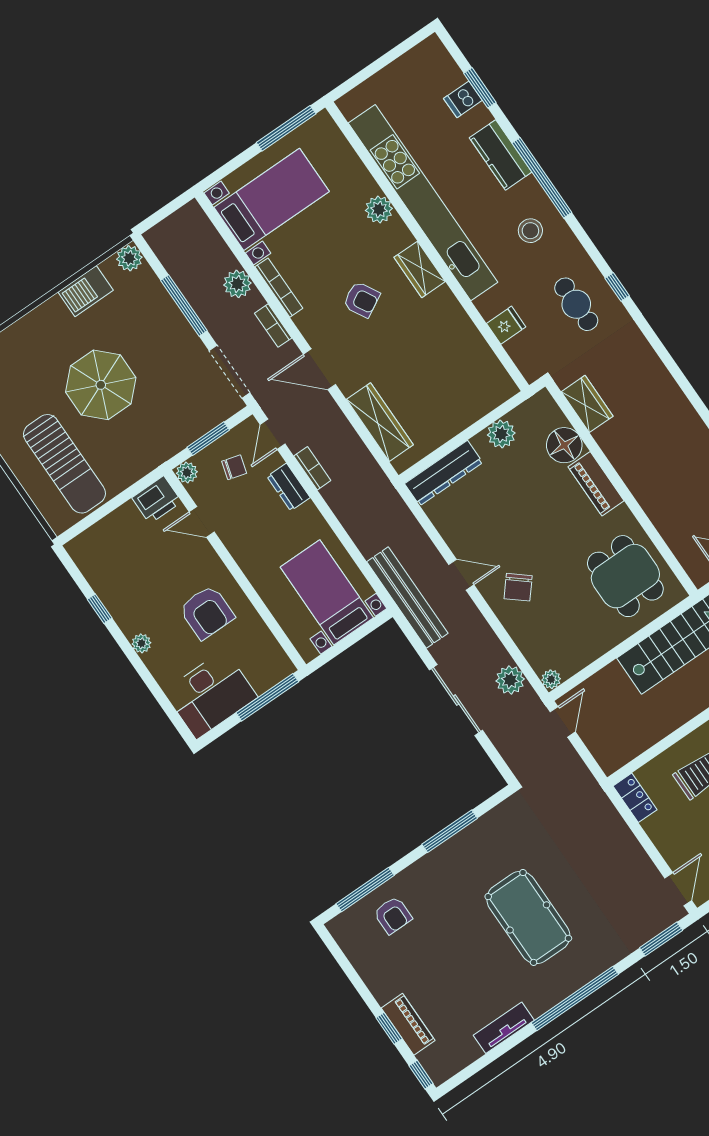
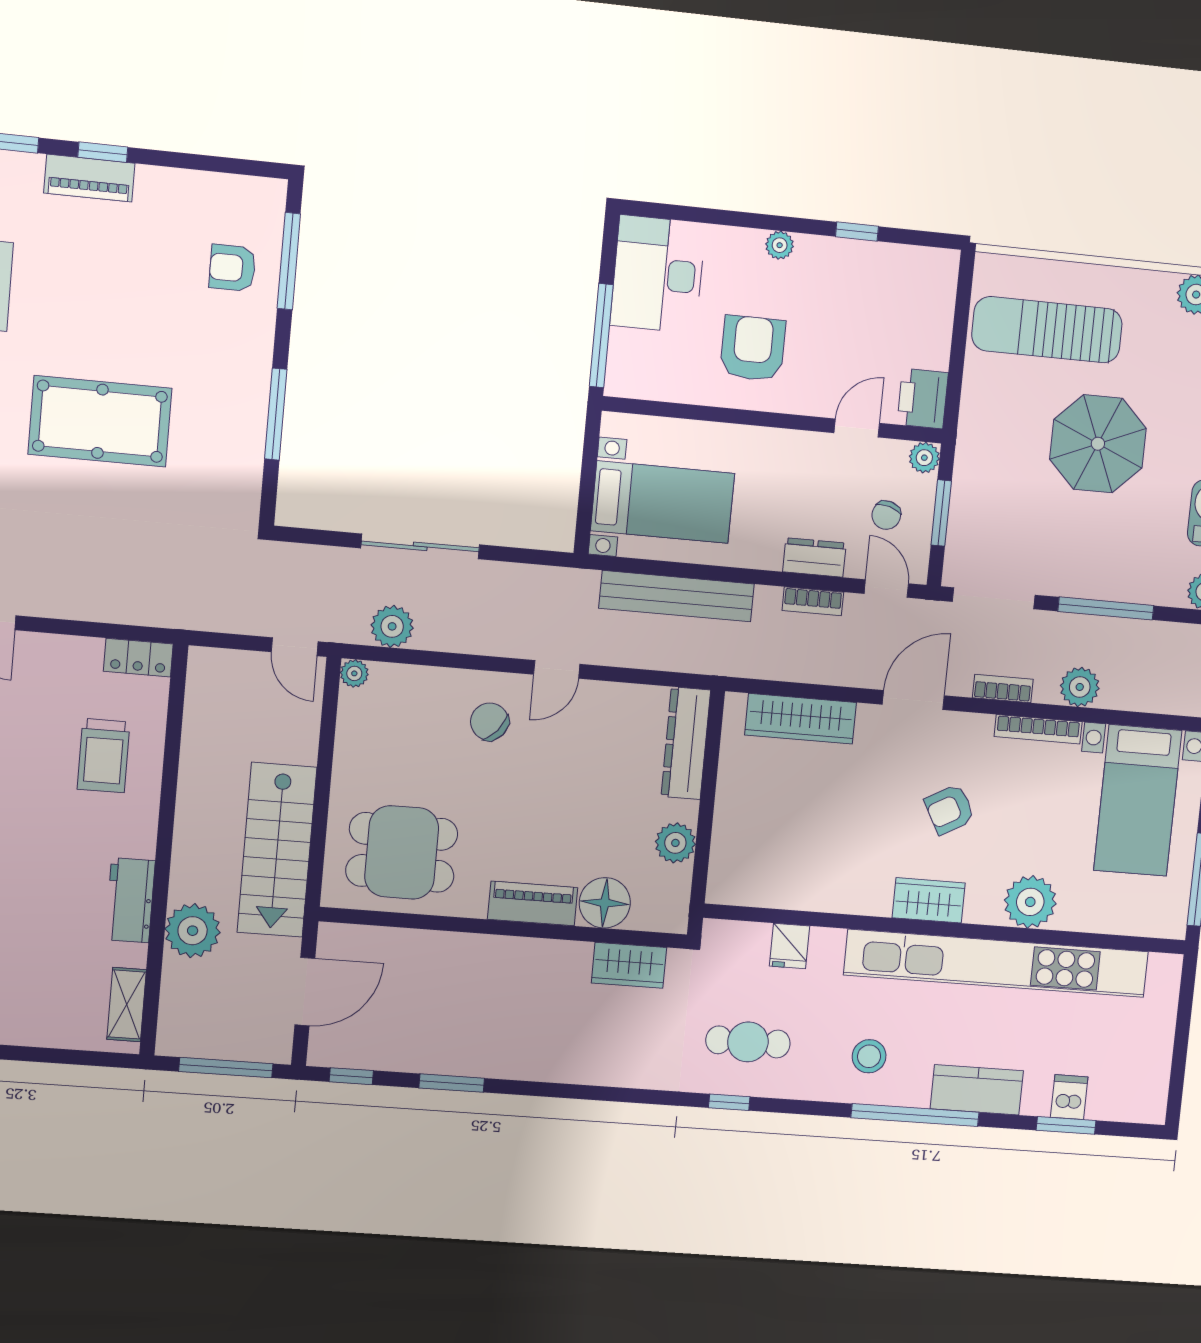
plant: (379, 209) -> (1030, 902), width x1.36, depth x1.36
bench: (407, 598) -> (677, 596), moved
armchair: (207, 612) -> (753, 348), turned 90

